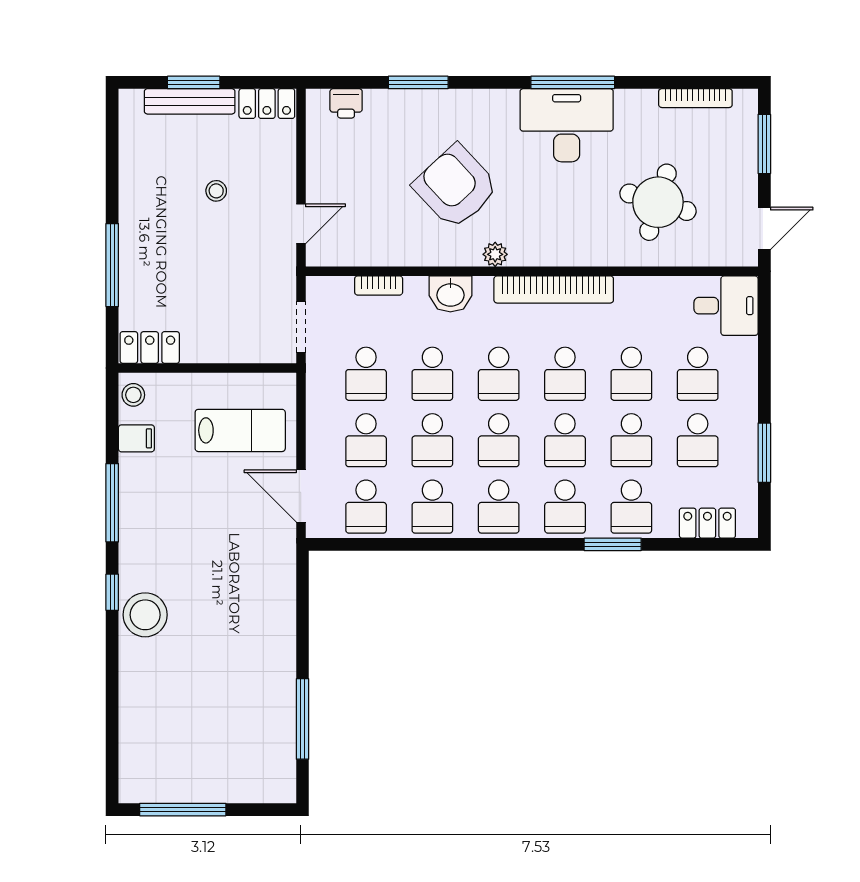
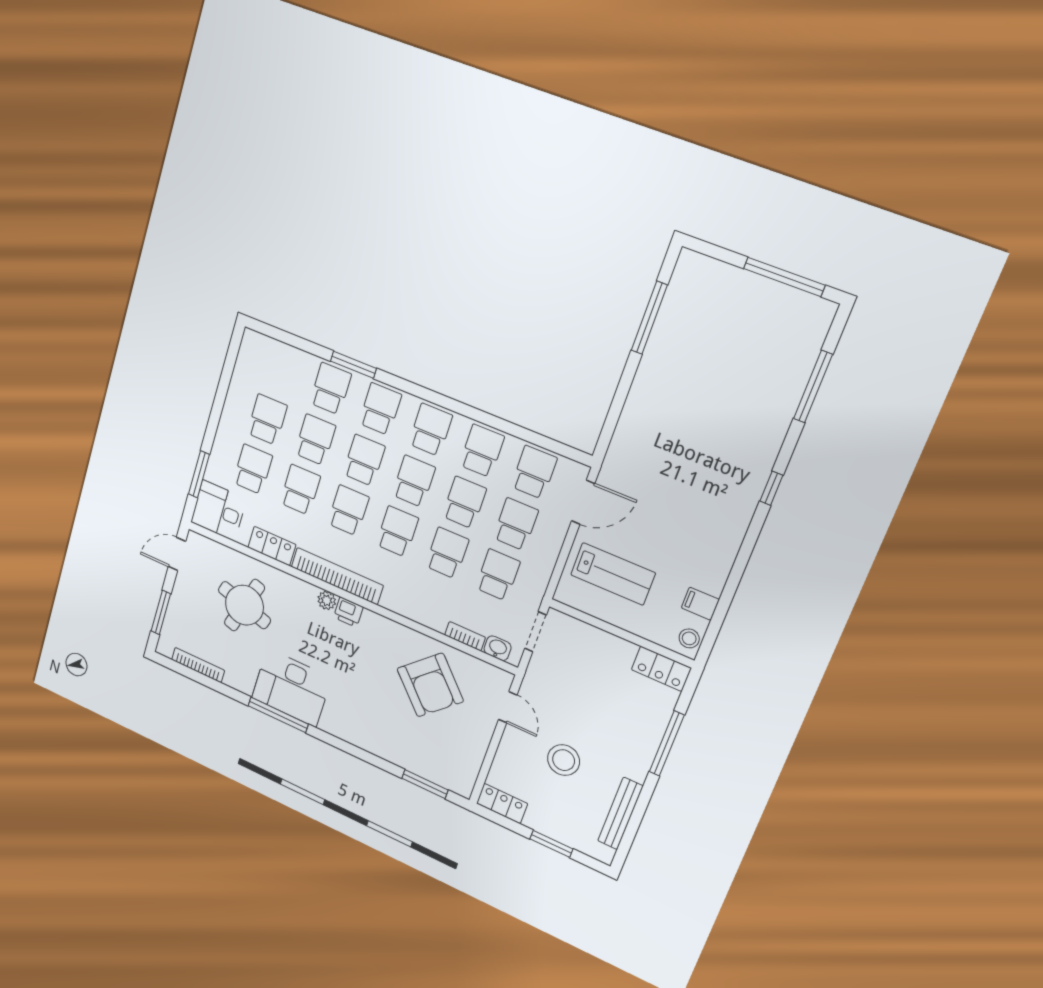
window: (418, 82) -> (425, 784), moved
bench: (190, 101) -> (620, 814), moved, turned 90
printer: (346, 103) -> (348, 612), moved, turned 180
armchair: (456, 187) -> (430, 685), moved
stool: (216, 191) -> (564, 760), width x1.89, depth x1.89
door: (301, 224) -> (508, 707), swing flipped
plant: (495, 254) -> (327, 600), moved
washbasin: (450, 294) -> (498, 648), moved, width x0.72, depth x0.69
lab bench: (240, 430) -> (613, 574), turned 180
window: (764, 453) -> (199, 474), moved
door: (301, 496) -> (583, 502), hinge flipped
window: (112, 503) -> (813, 387), moved
locker: (707, 523) -> (272, 546), moved, turned 180
stool: (145, 615) -> (750, 458), removed

